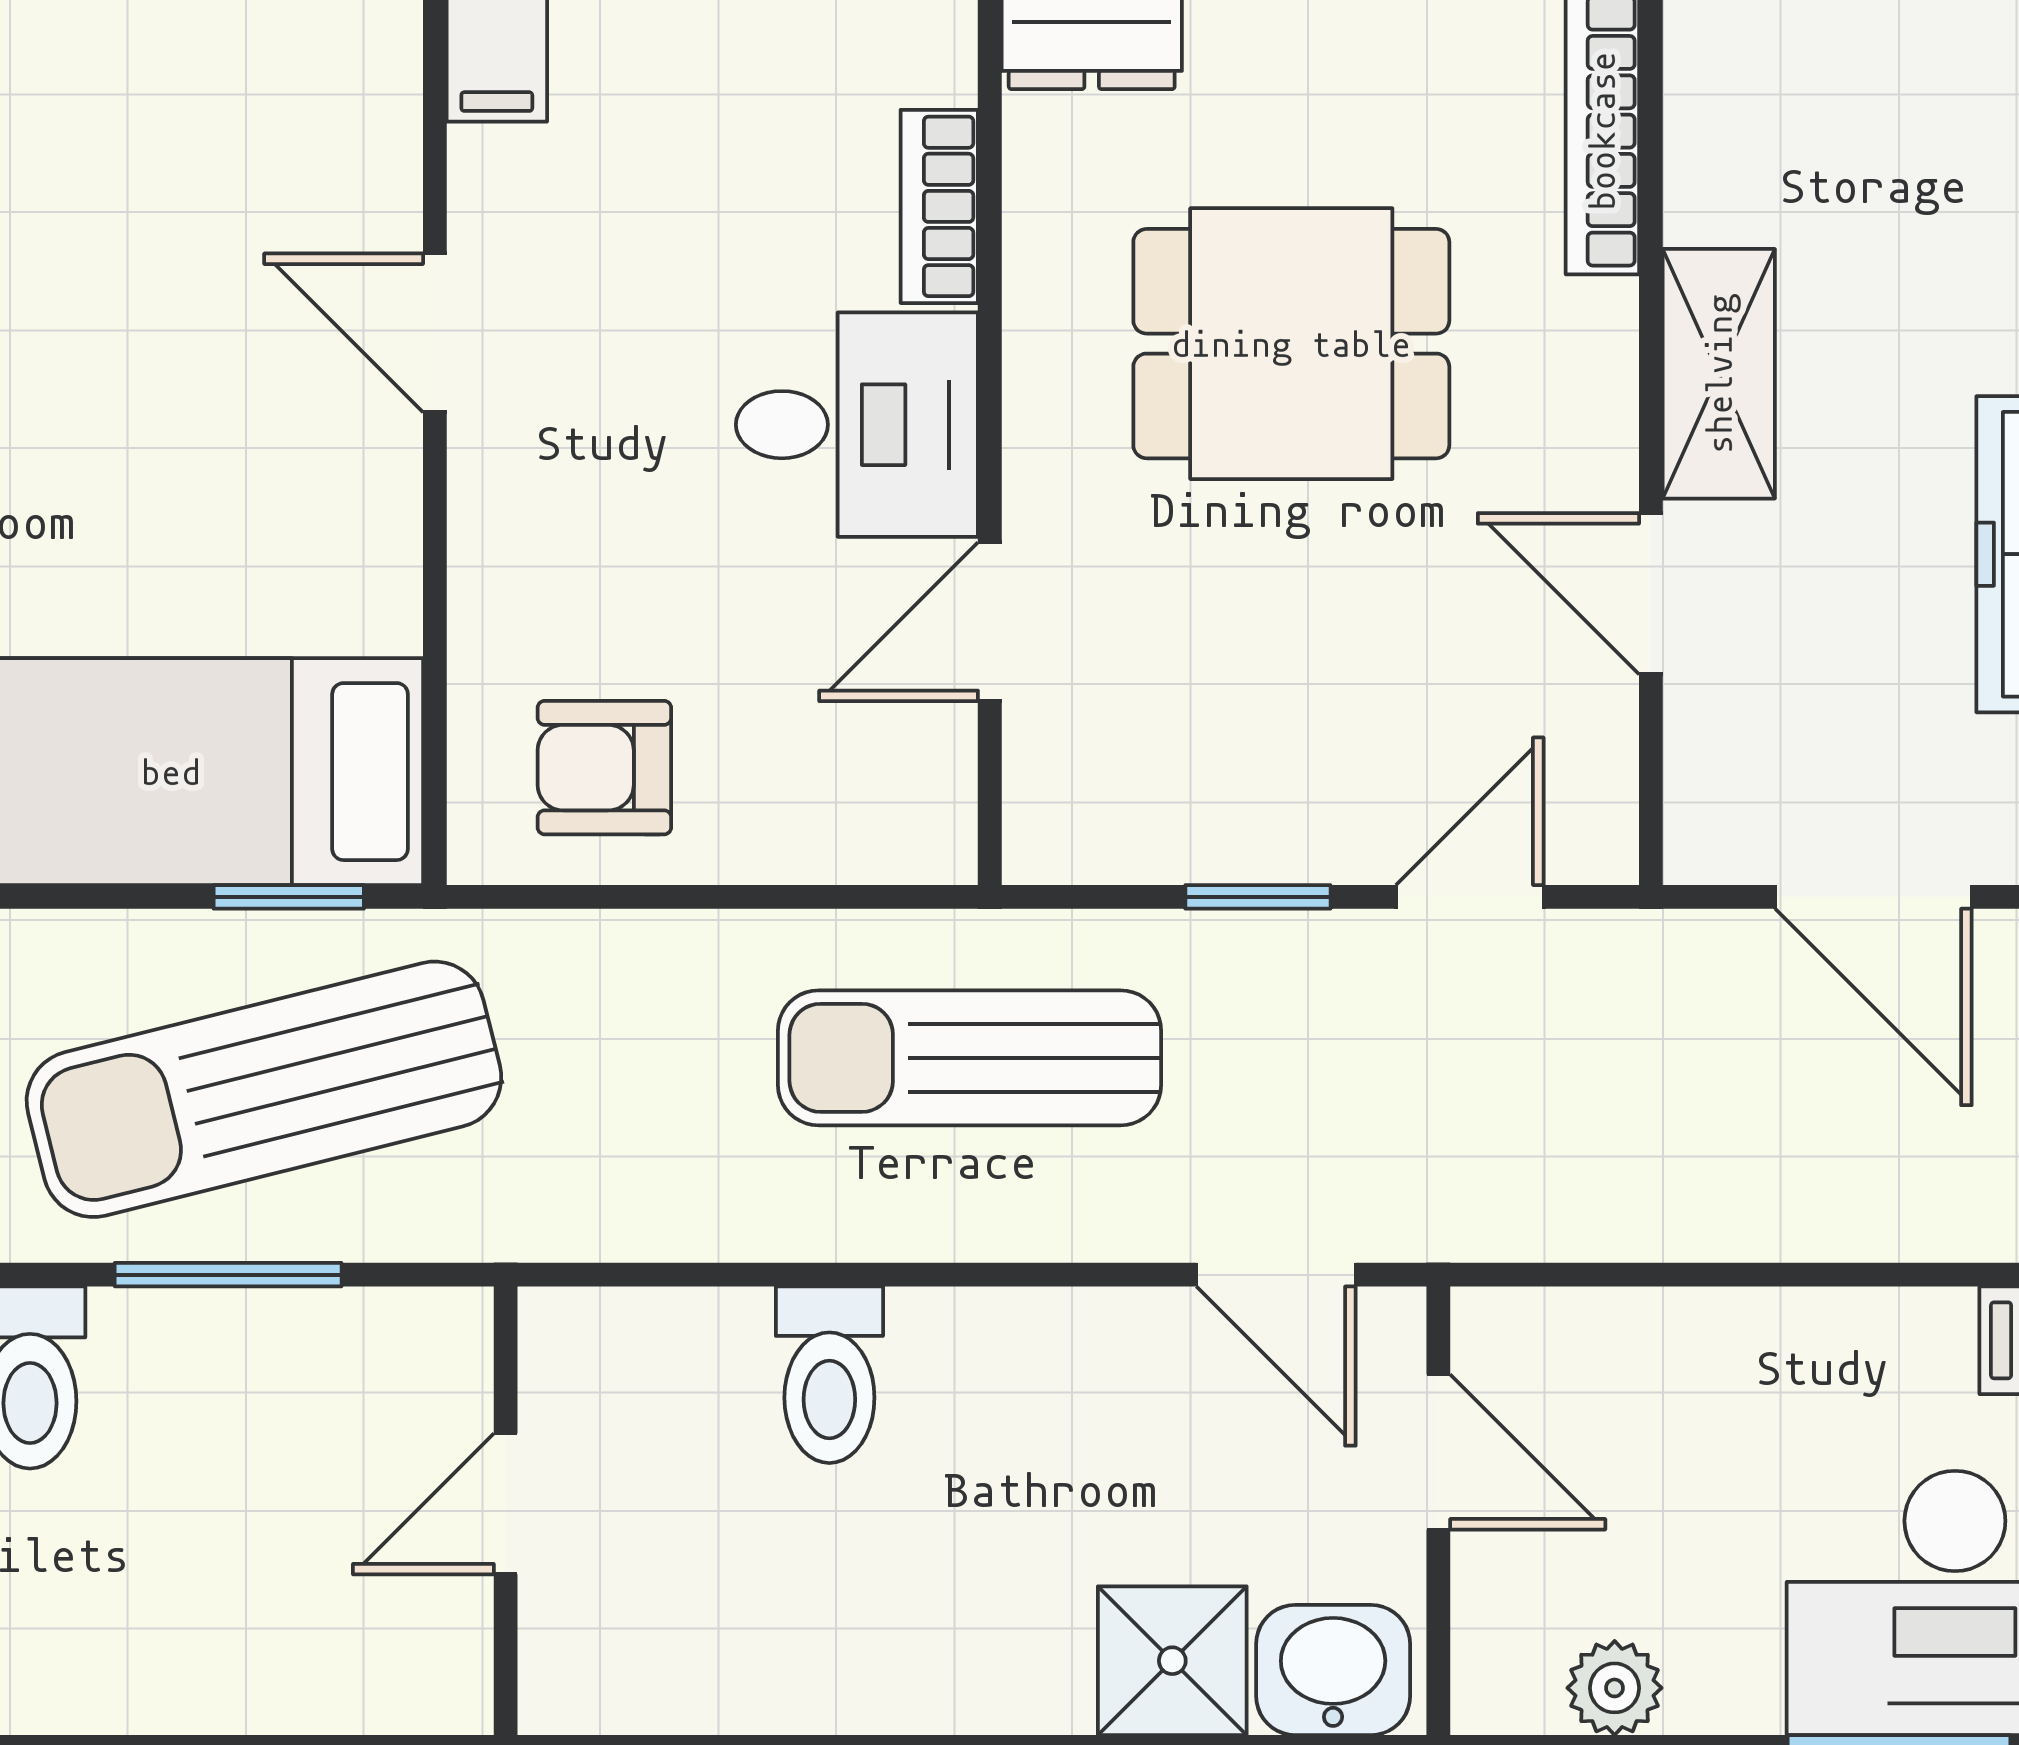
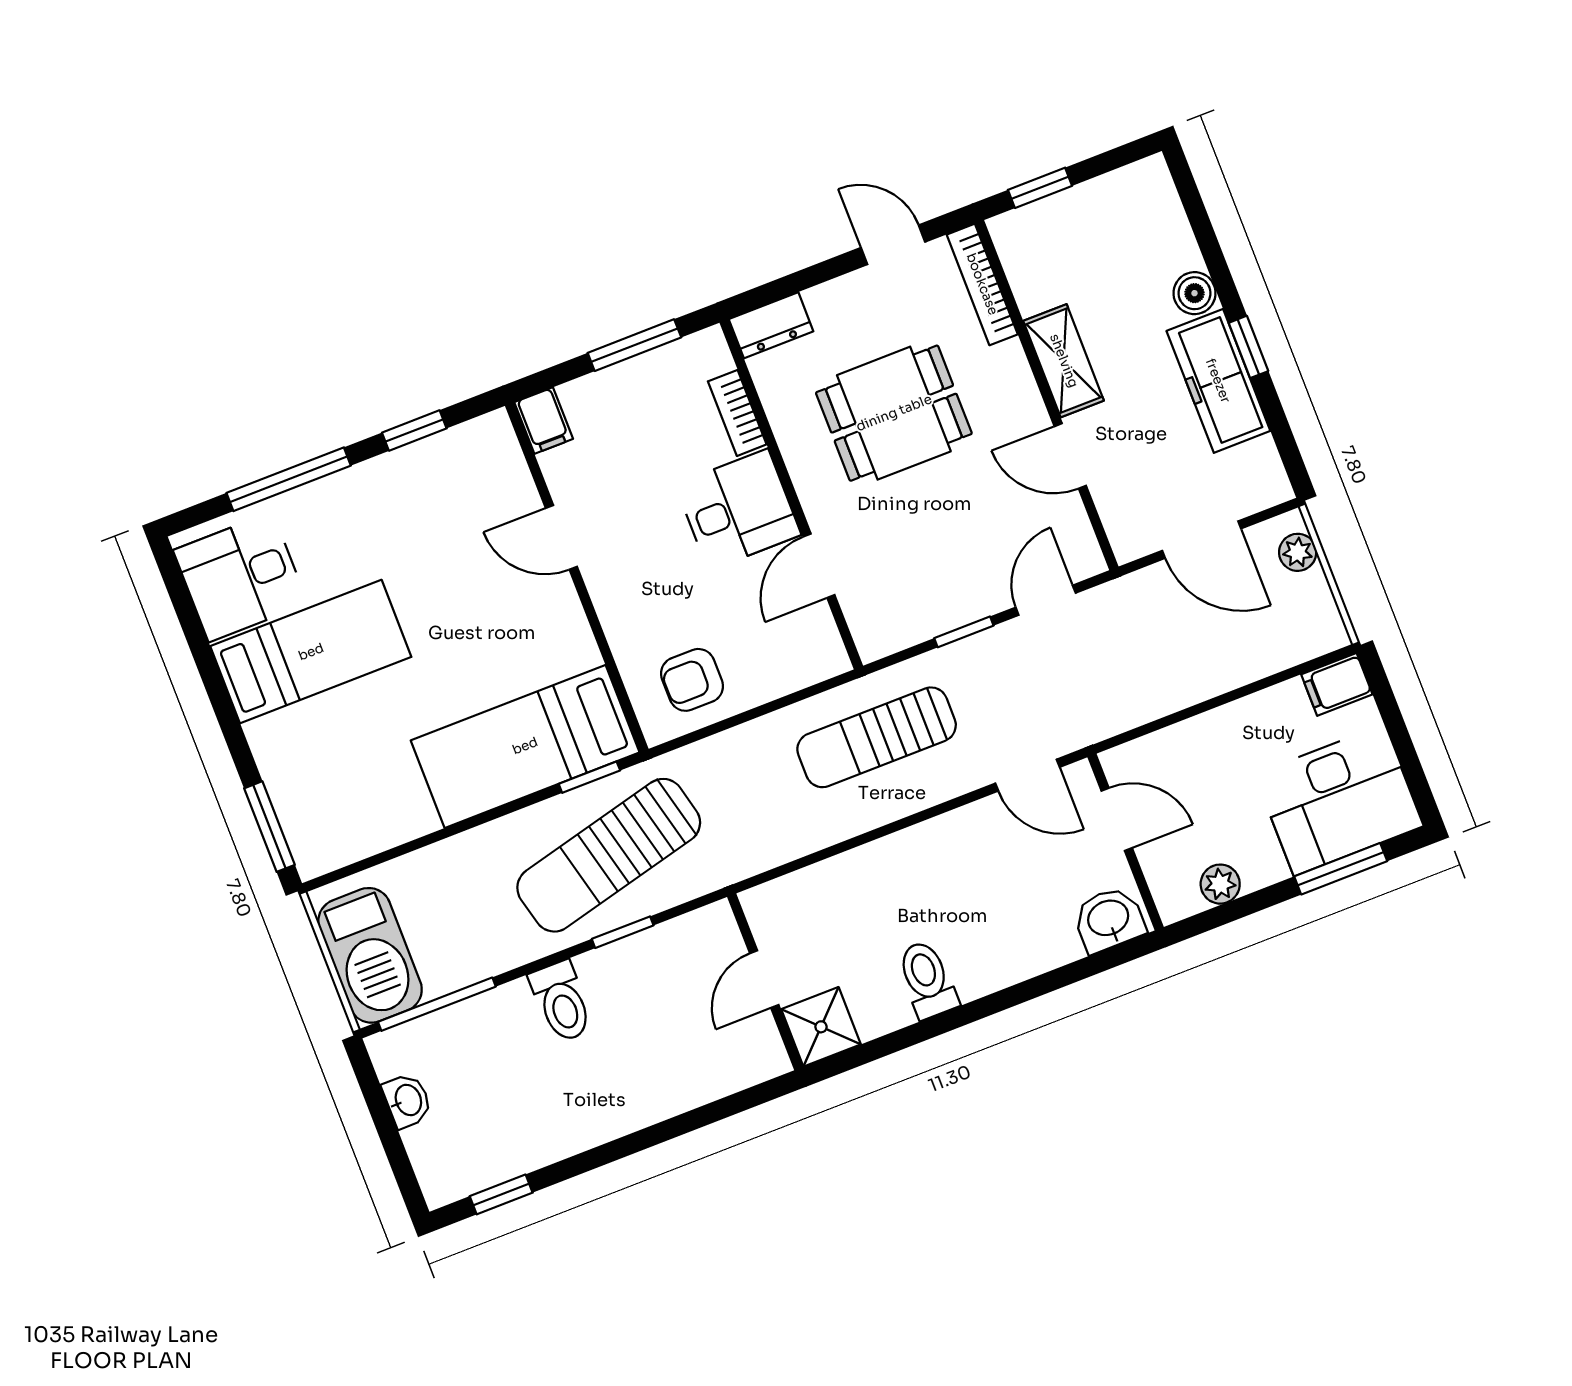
window: (228, 1275) -> (623, 932), width x0.67
toilet: (829, 1375) -> (927, 979), moved, turned 180
shower: (1172, 1661) -> (821, 1027), moved

